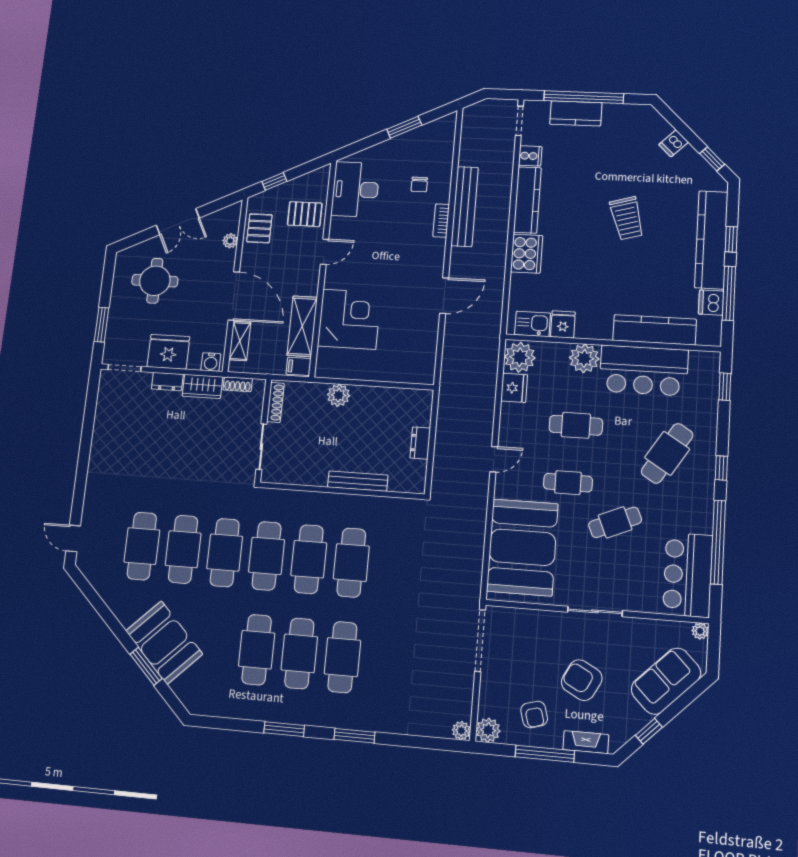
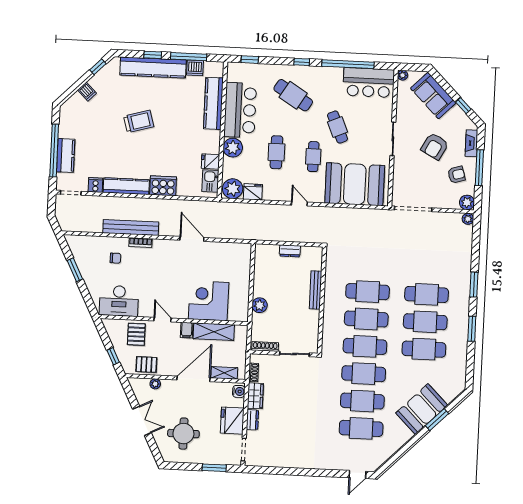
filing cabinet: (299, 366) -> (187, 330), moved

